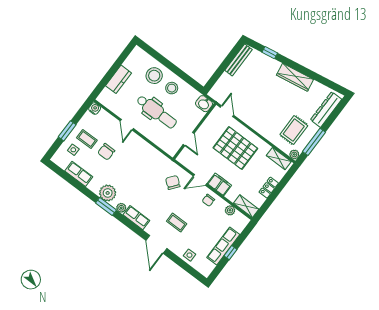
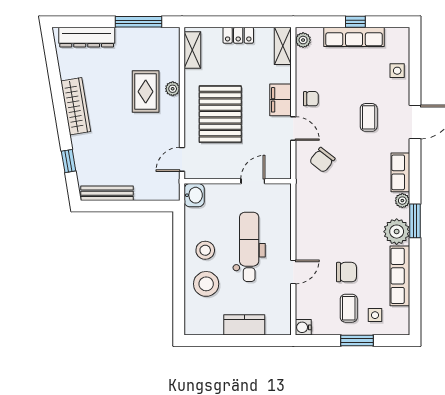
rug: (294, 130) -> (146, 92), moved, turned 90
plant: (294, 154) -> (173, 89), moved
row of seats: (79, 174) -> (400, 276), width x1.48
plant: (230, 210) -> (303, 40), moved

